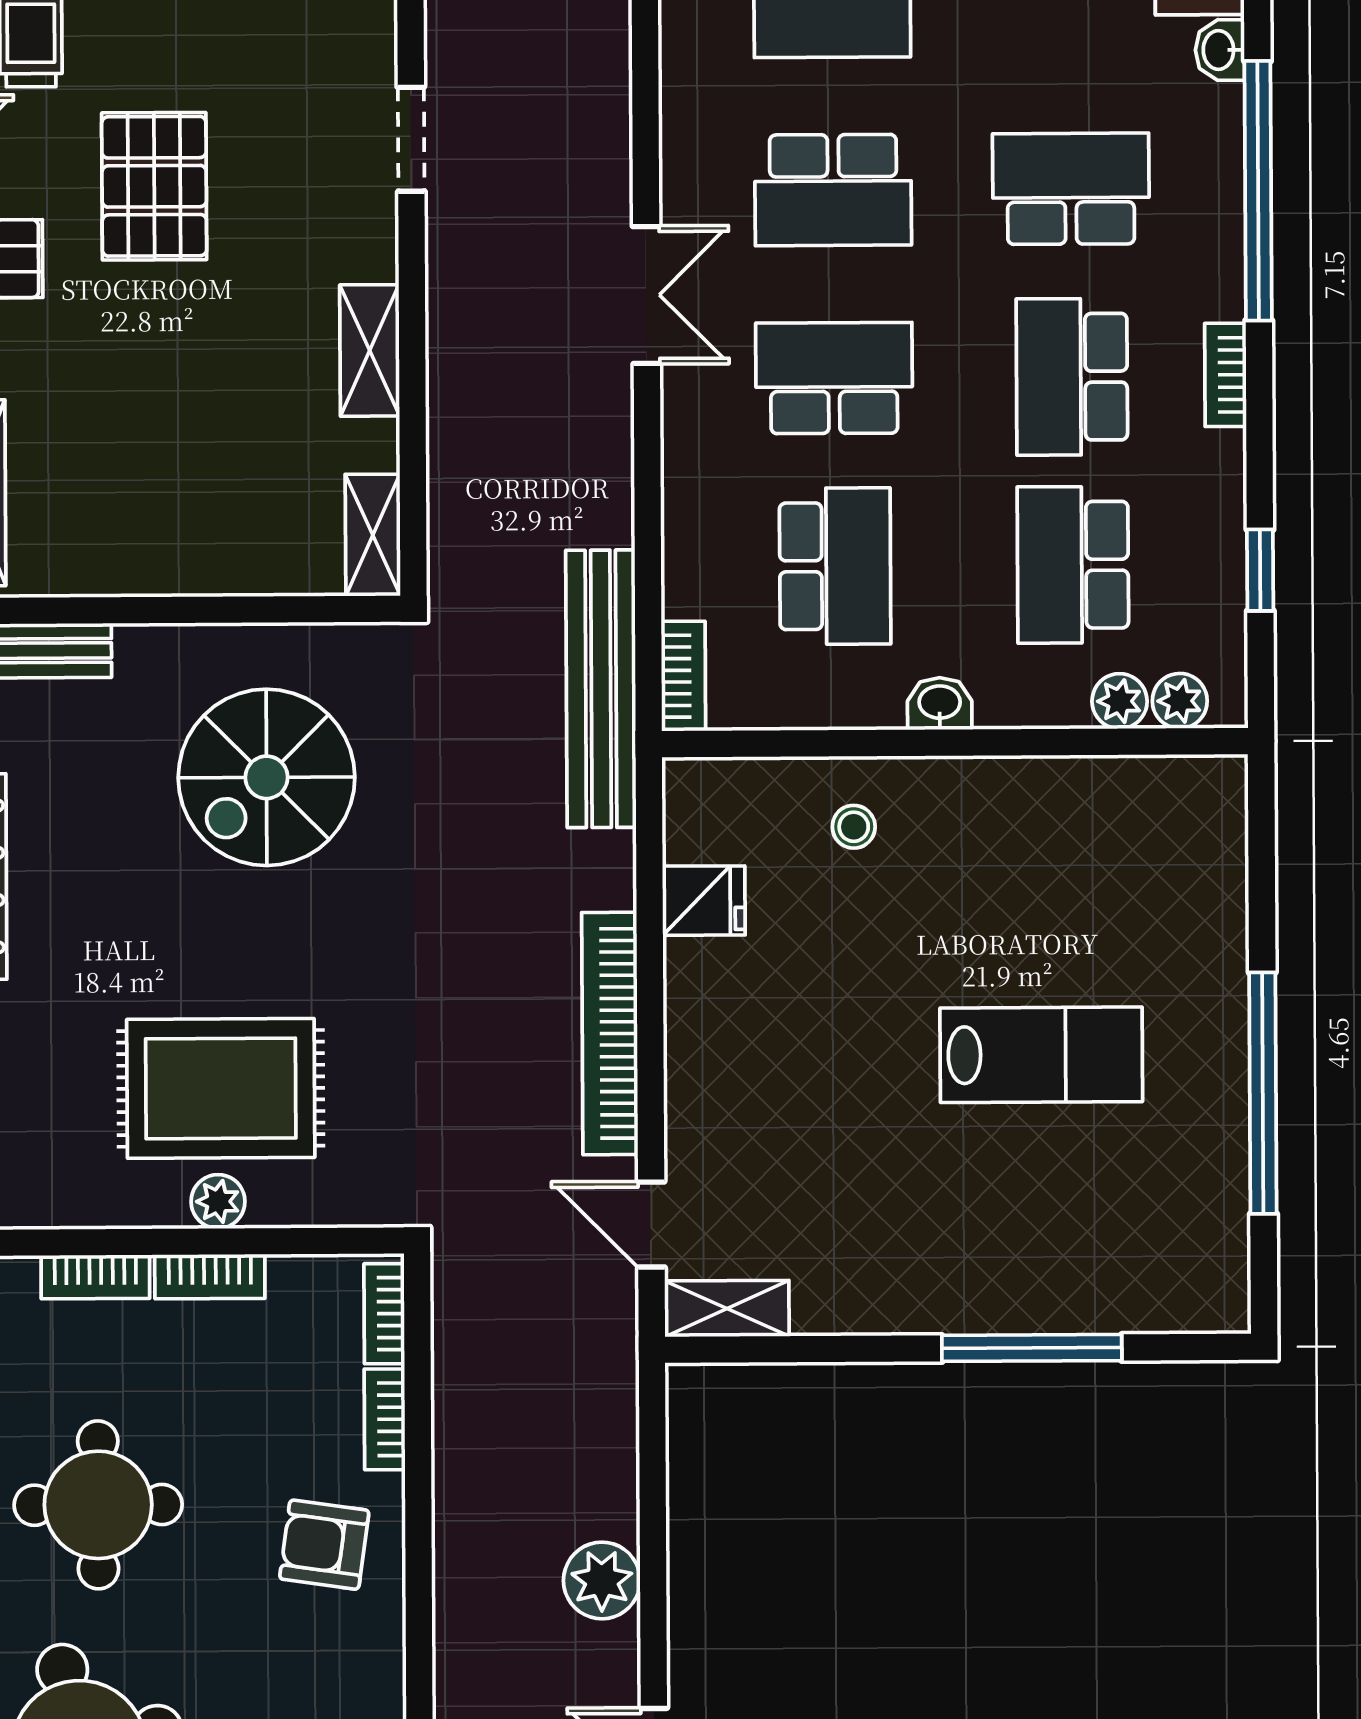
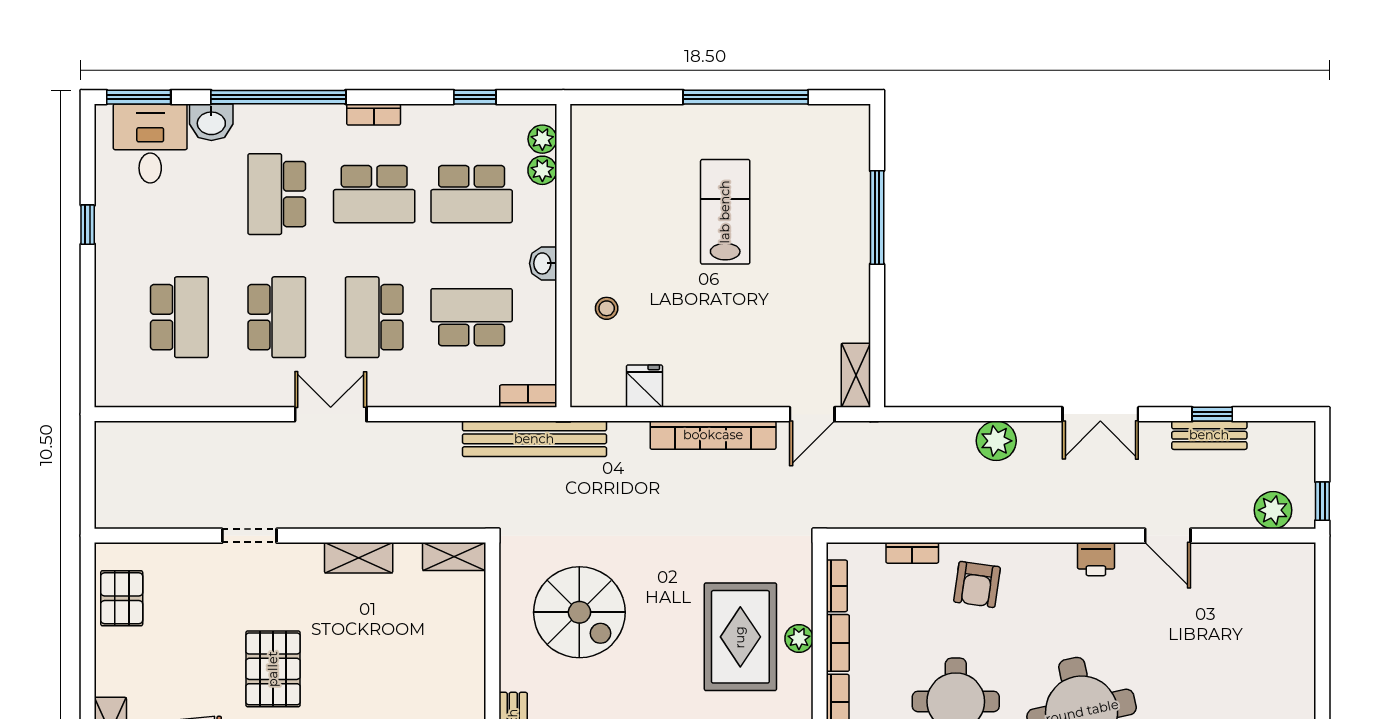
washbasin: (1220, 50) -> (211, 122), width x1.38, depth x1.45
pallet: (154, 186) -> (273, 669), turned 90
bookcase: (384, 1314) -> (837, 586), moved, turned -90

